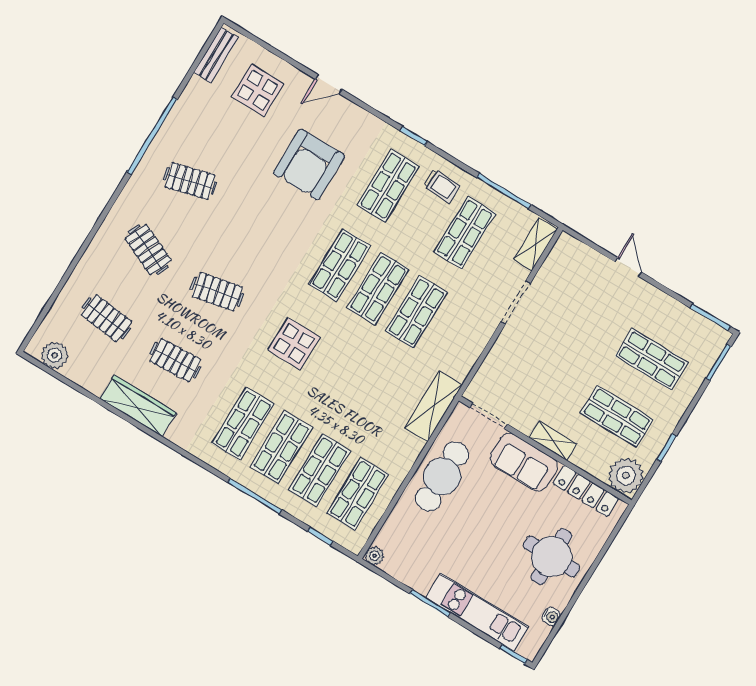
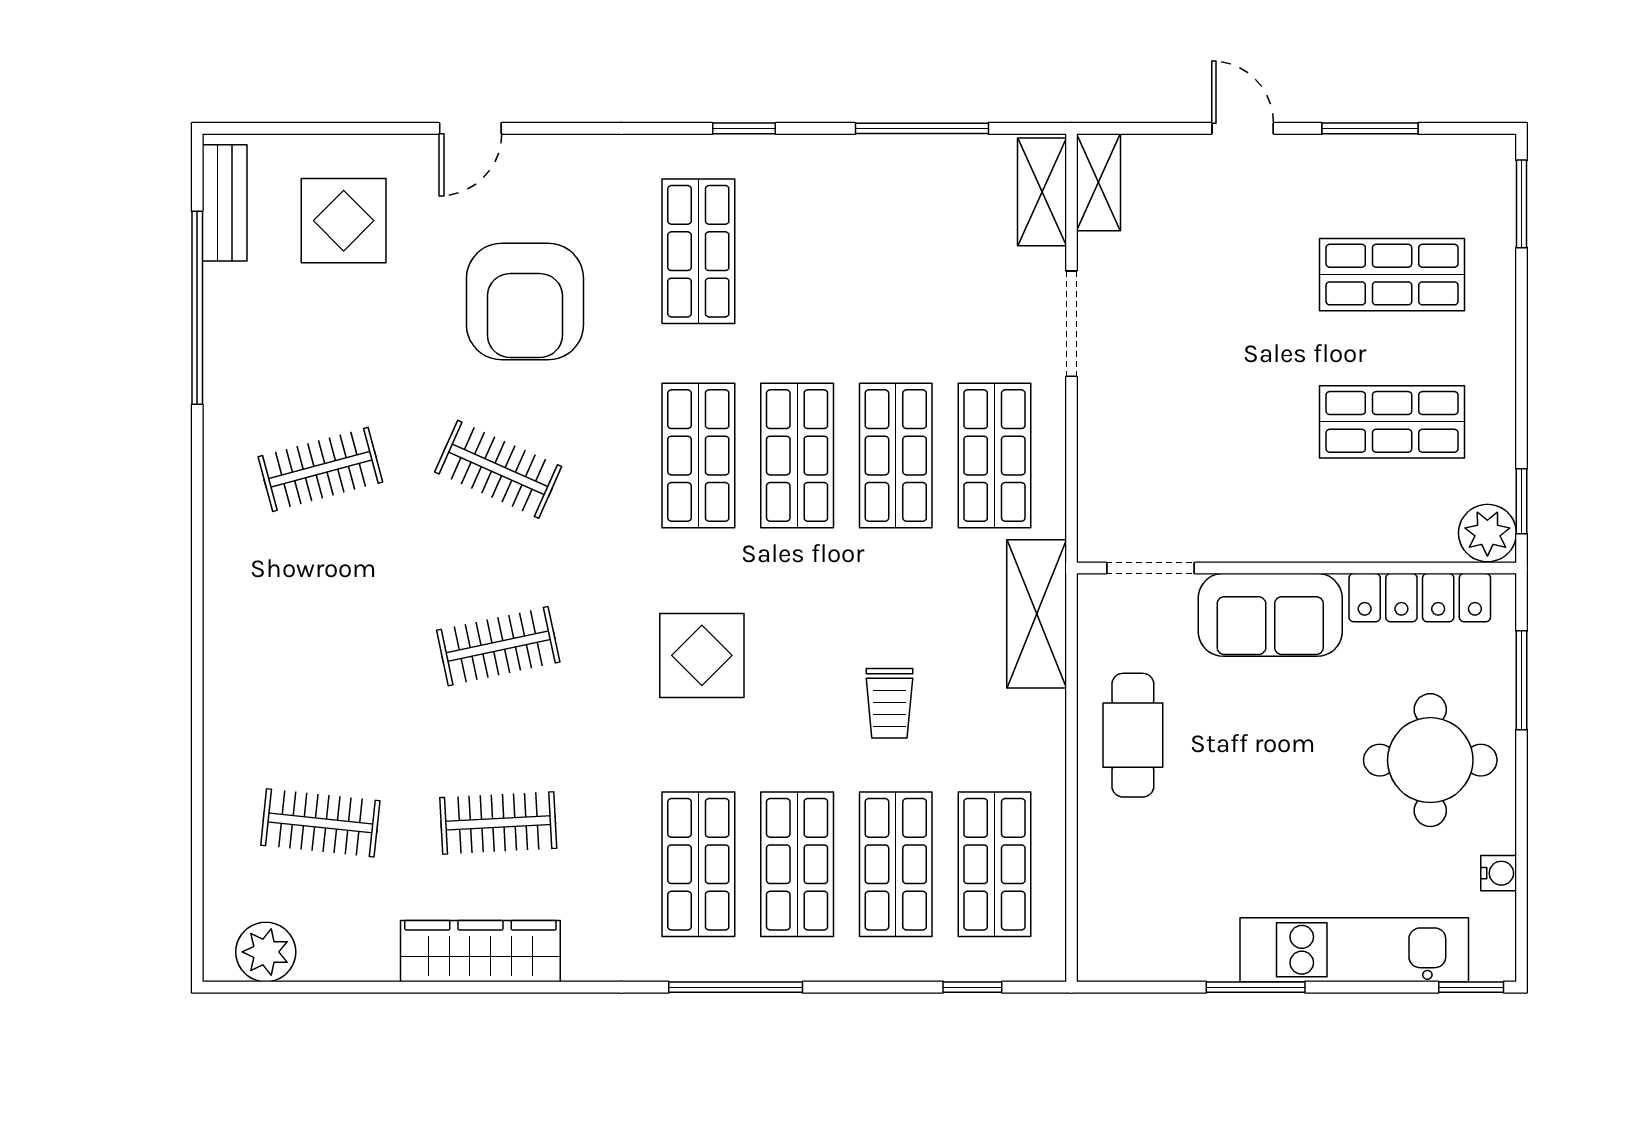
window: (152, 136) -> (197, 308), moved
window: (414, 136) -> (744, 128), moved
trolley: (442, 186) -> (889, 703), moved, turned 88
shop shelf: (465, 233) -> (994, 456), moved
clothes rail: (148, 250) -> (498, 469), moved
window: (710, 317) -> (1370, 128), moved
shelving: (553, 441) -> (1099, 182), moved, turned 90
window: (667, 448) -> (1521, 501), moved
plant: (626, 475) -> (1487, 533), width x0.73, depth x0.73
cafe table: (442, 476) -> (1133, 735), width x0.73, depth x0.74
window: (255, 496) -> (736, 987), moved
window: (606, 547) -> (1521, 680), added
plant: (375, 556) -> (1097, 962), removed

